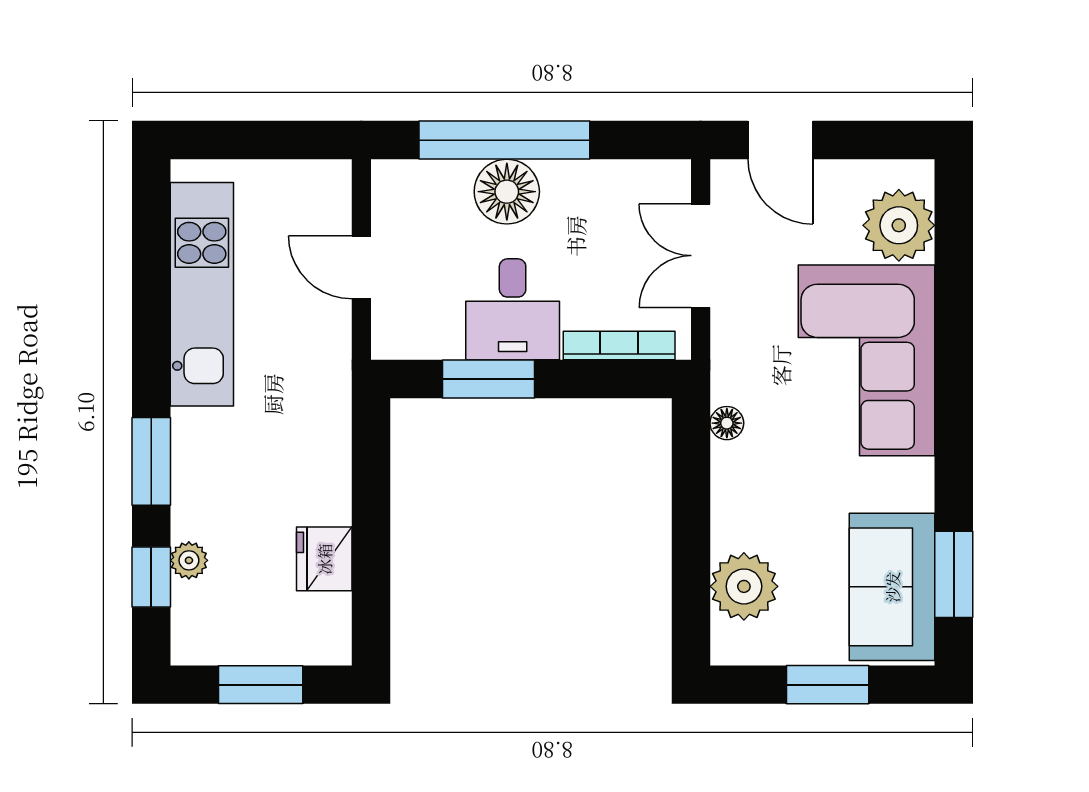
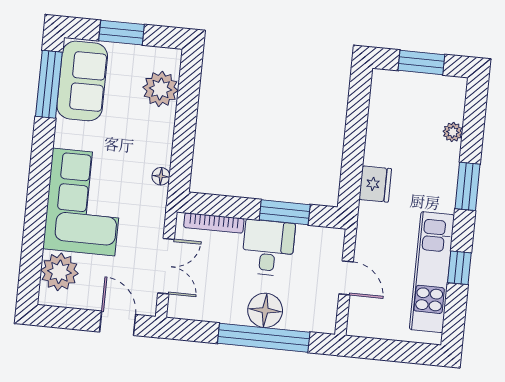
fridge: (324, 559) -> (375, 184), moved
window: (954, 574) -> (49, 84), width x1.44
window: (151, 577) -> (459, 268), moved

